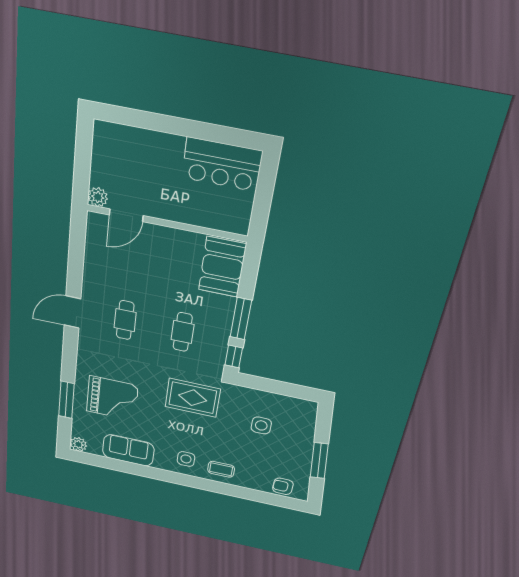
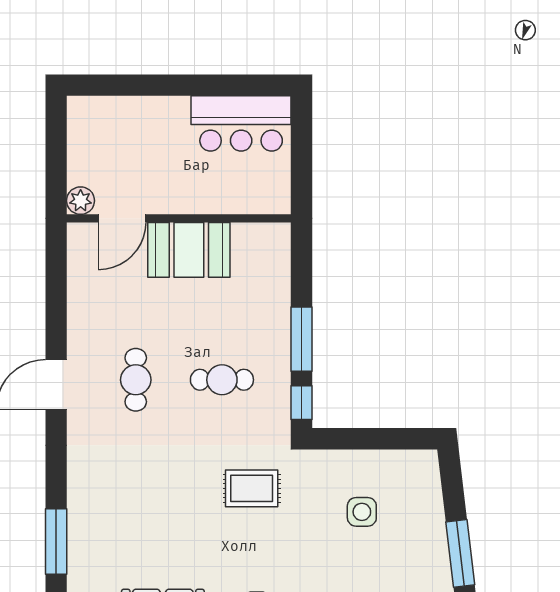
booth: (222, 267) -> (189, 250), moved, turned 90
cafe table: (183, 332) -> (222, 380), turned 90
grand piano: (112, 398) -> (128, 521), removed
rug: (193, 398) -> (252, 488), width x0.73, depth x0.70

